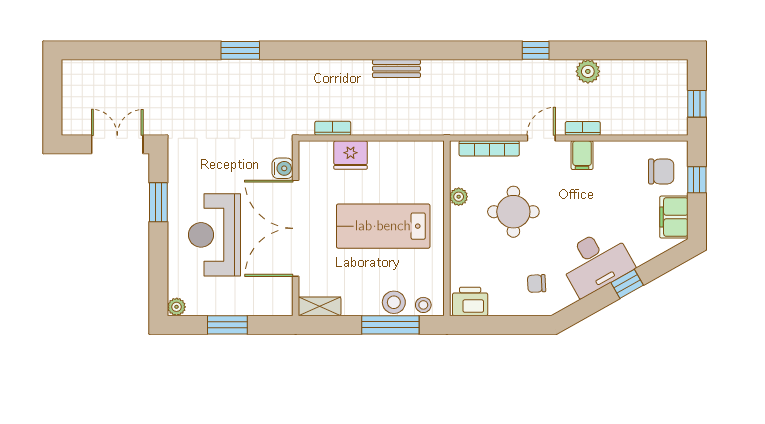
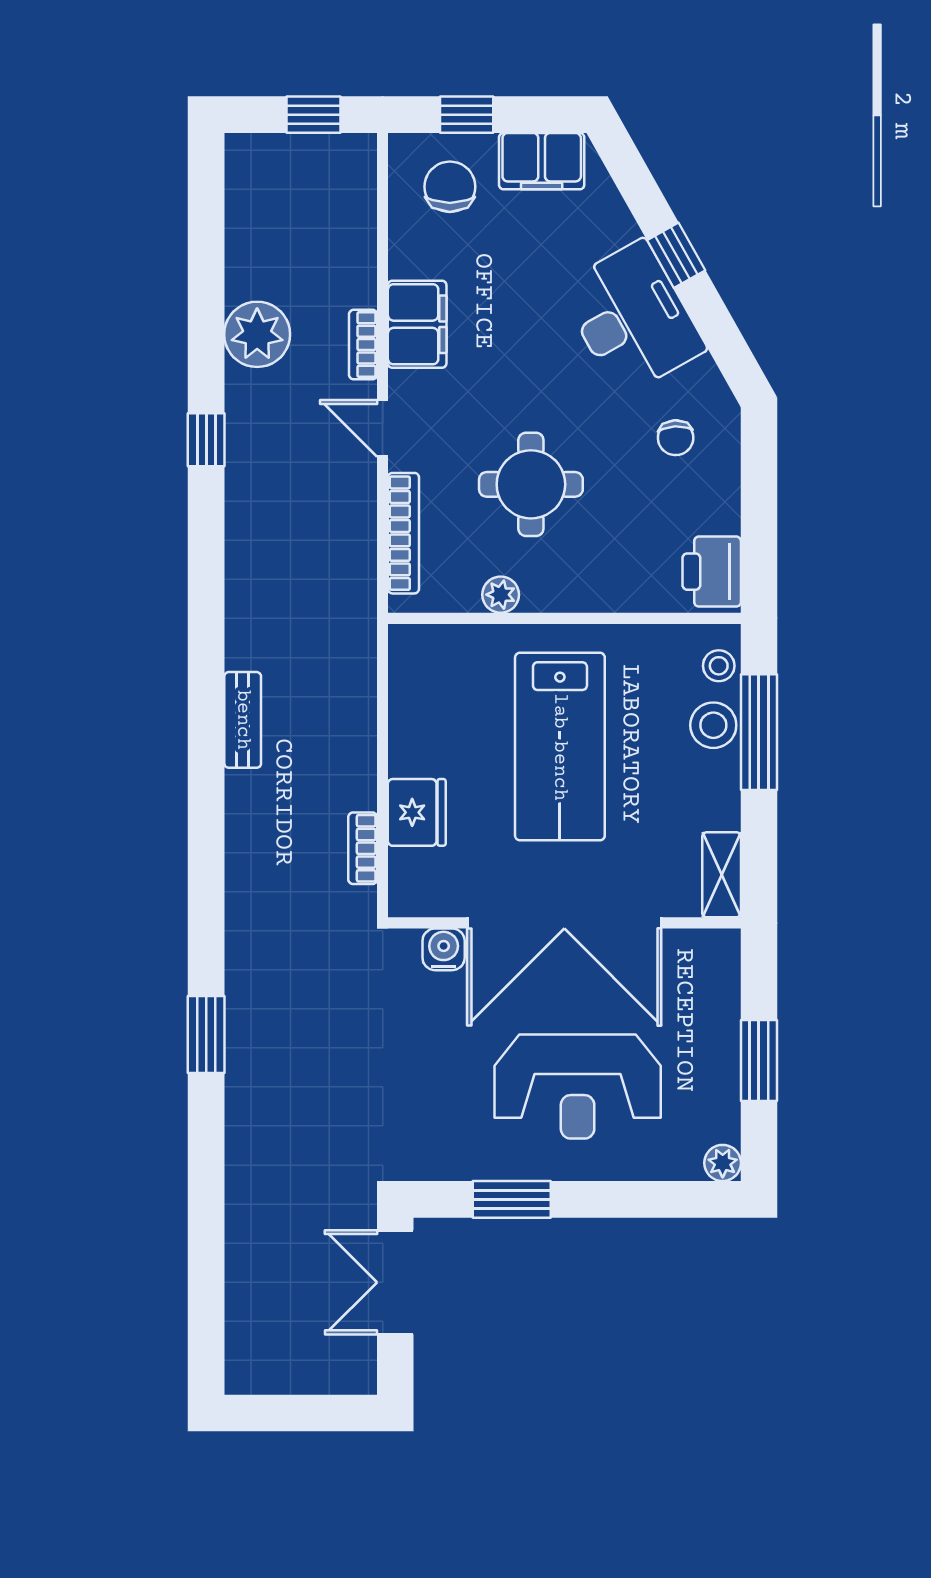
plant: (588, 71) -> (257, 334), width x1.36, depth x1.36
filing cabinet: (582, 155) -> (417, 324), width x2.00

